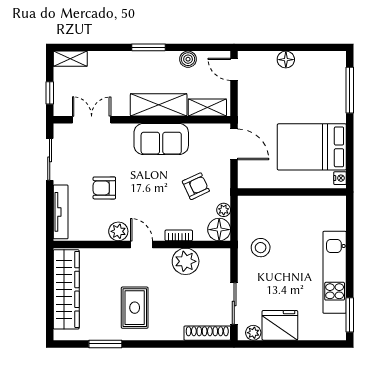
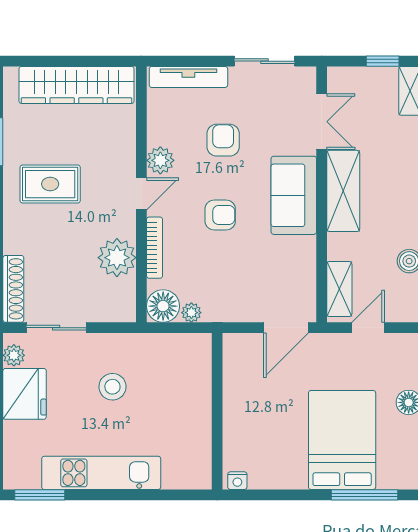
door: (234, 69) -> (368, 328), moved
window: (50, 93) -> (383, 61), moved
shelving: (159, 105) -> (343, 191), moved
sofa: (161, 139) -> (294, 195), moved
bed: (312, 147) -> (342, 440), moved
armchair: (196, 186) -> (220, 215), moved, turned -65
bookcase: (179, 235) -> (155, 248), width x1.56
stool: (261, 248) -> (112, 387), moved

